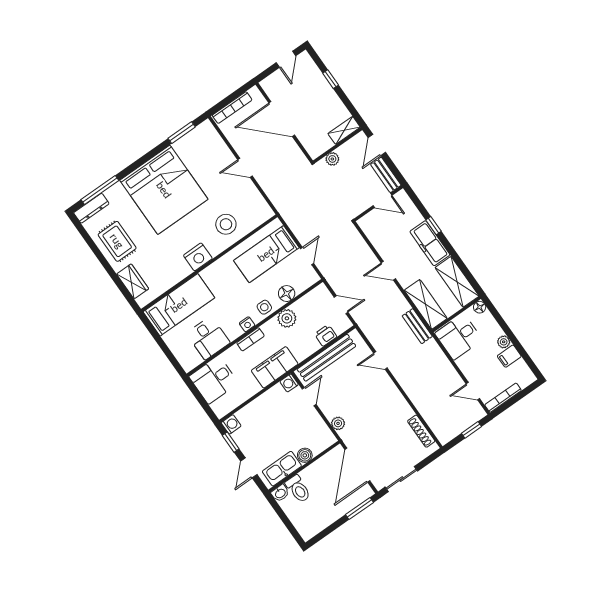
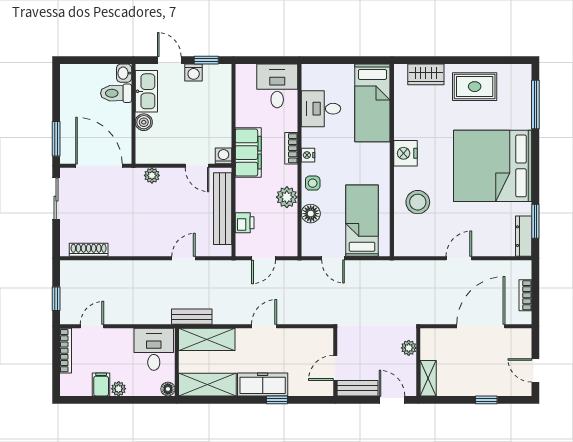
bookcase: (232, 108) -> (525, 295), width x0.64
dresser: (91, 208) -> (524, 236), moved
washing machine: (231, 424) -> (194, 73), moved

